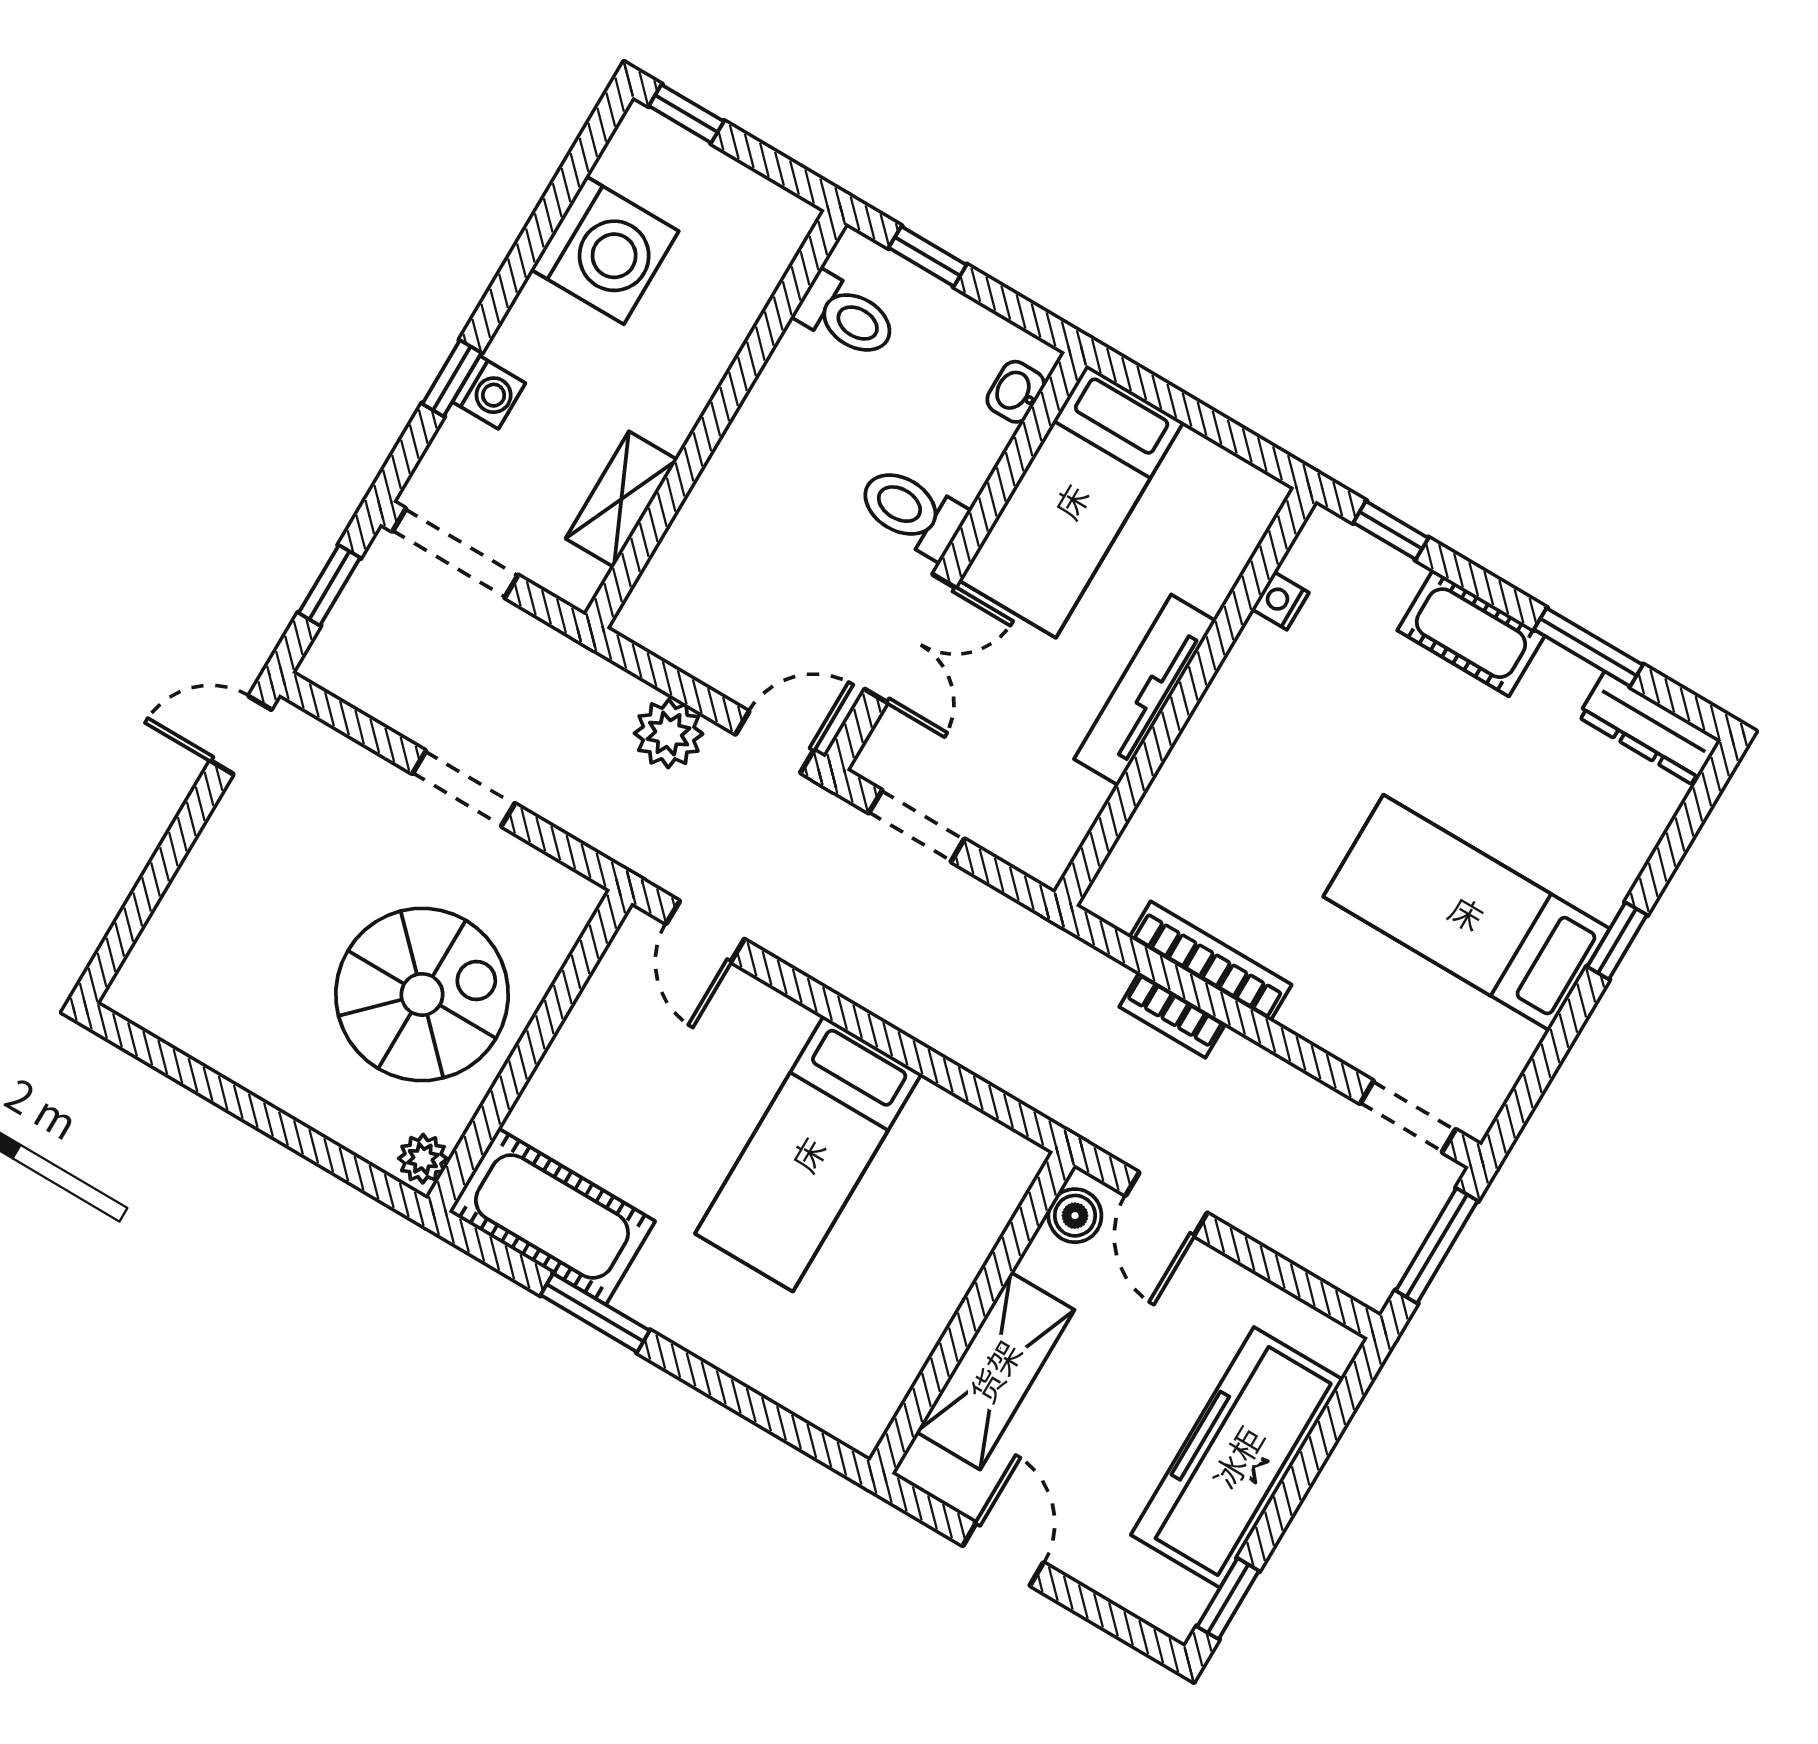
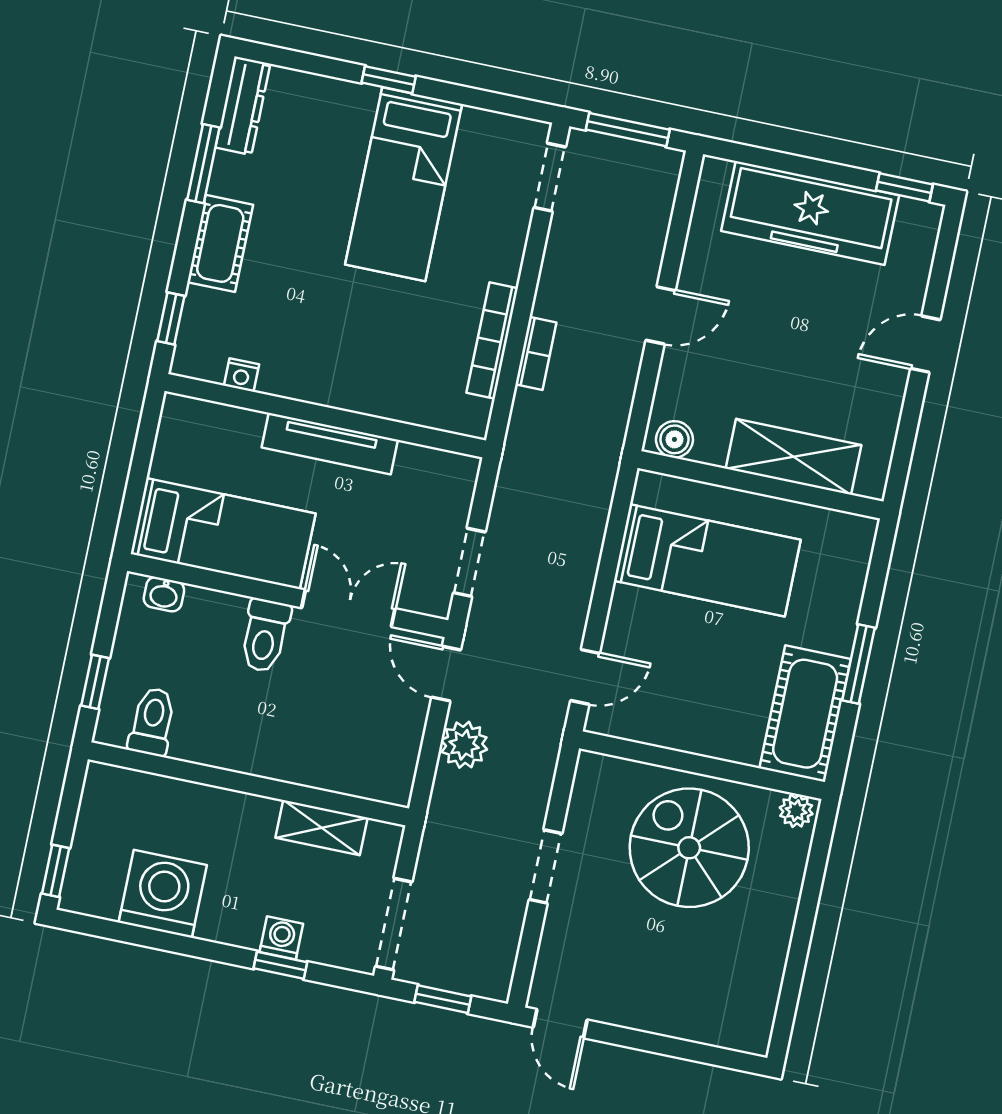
boiler: (1075, 1216) -> (674, 439), moved
wall: (972, 1313) -> (761, 485), moved
shelving: (995, 1371) -> (793, 457), moved

